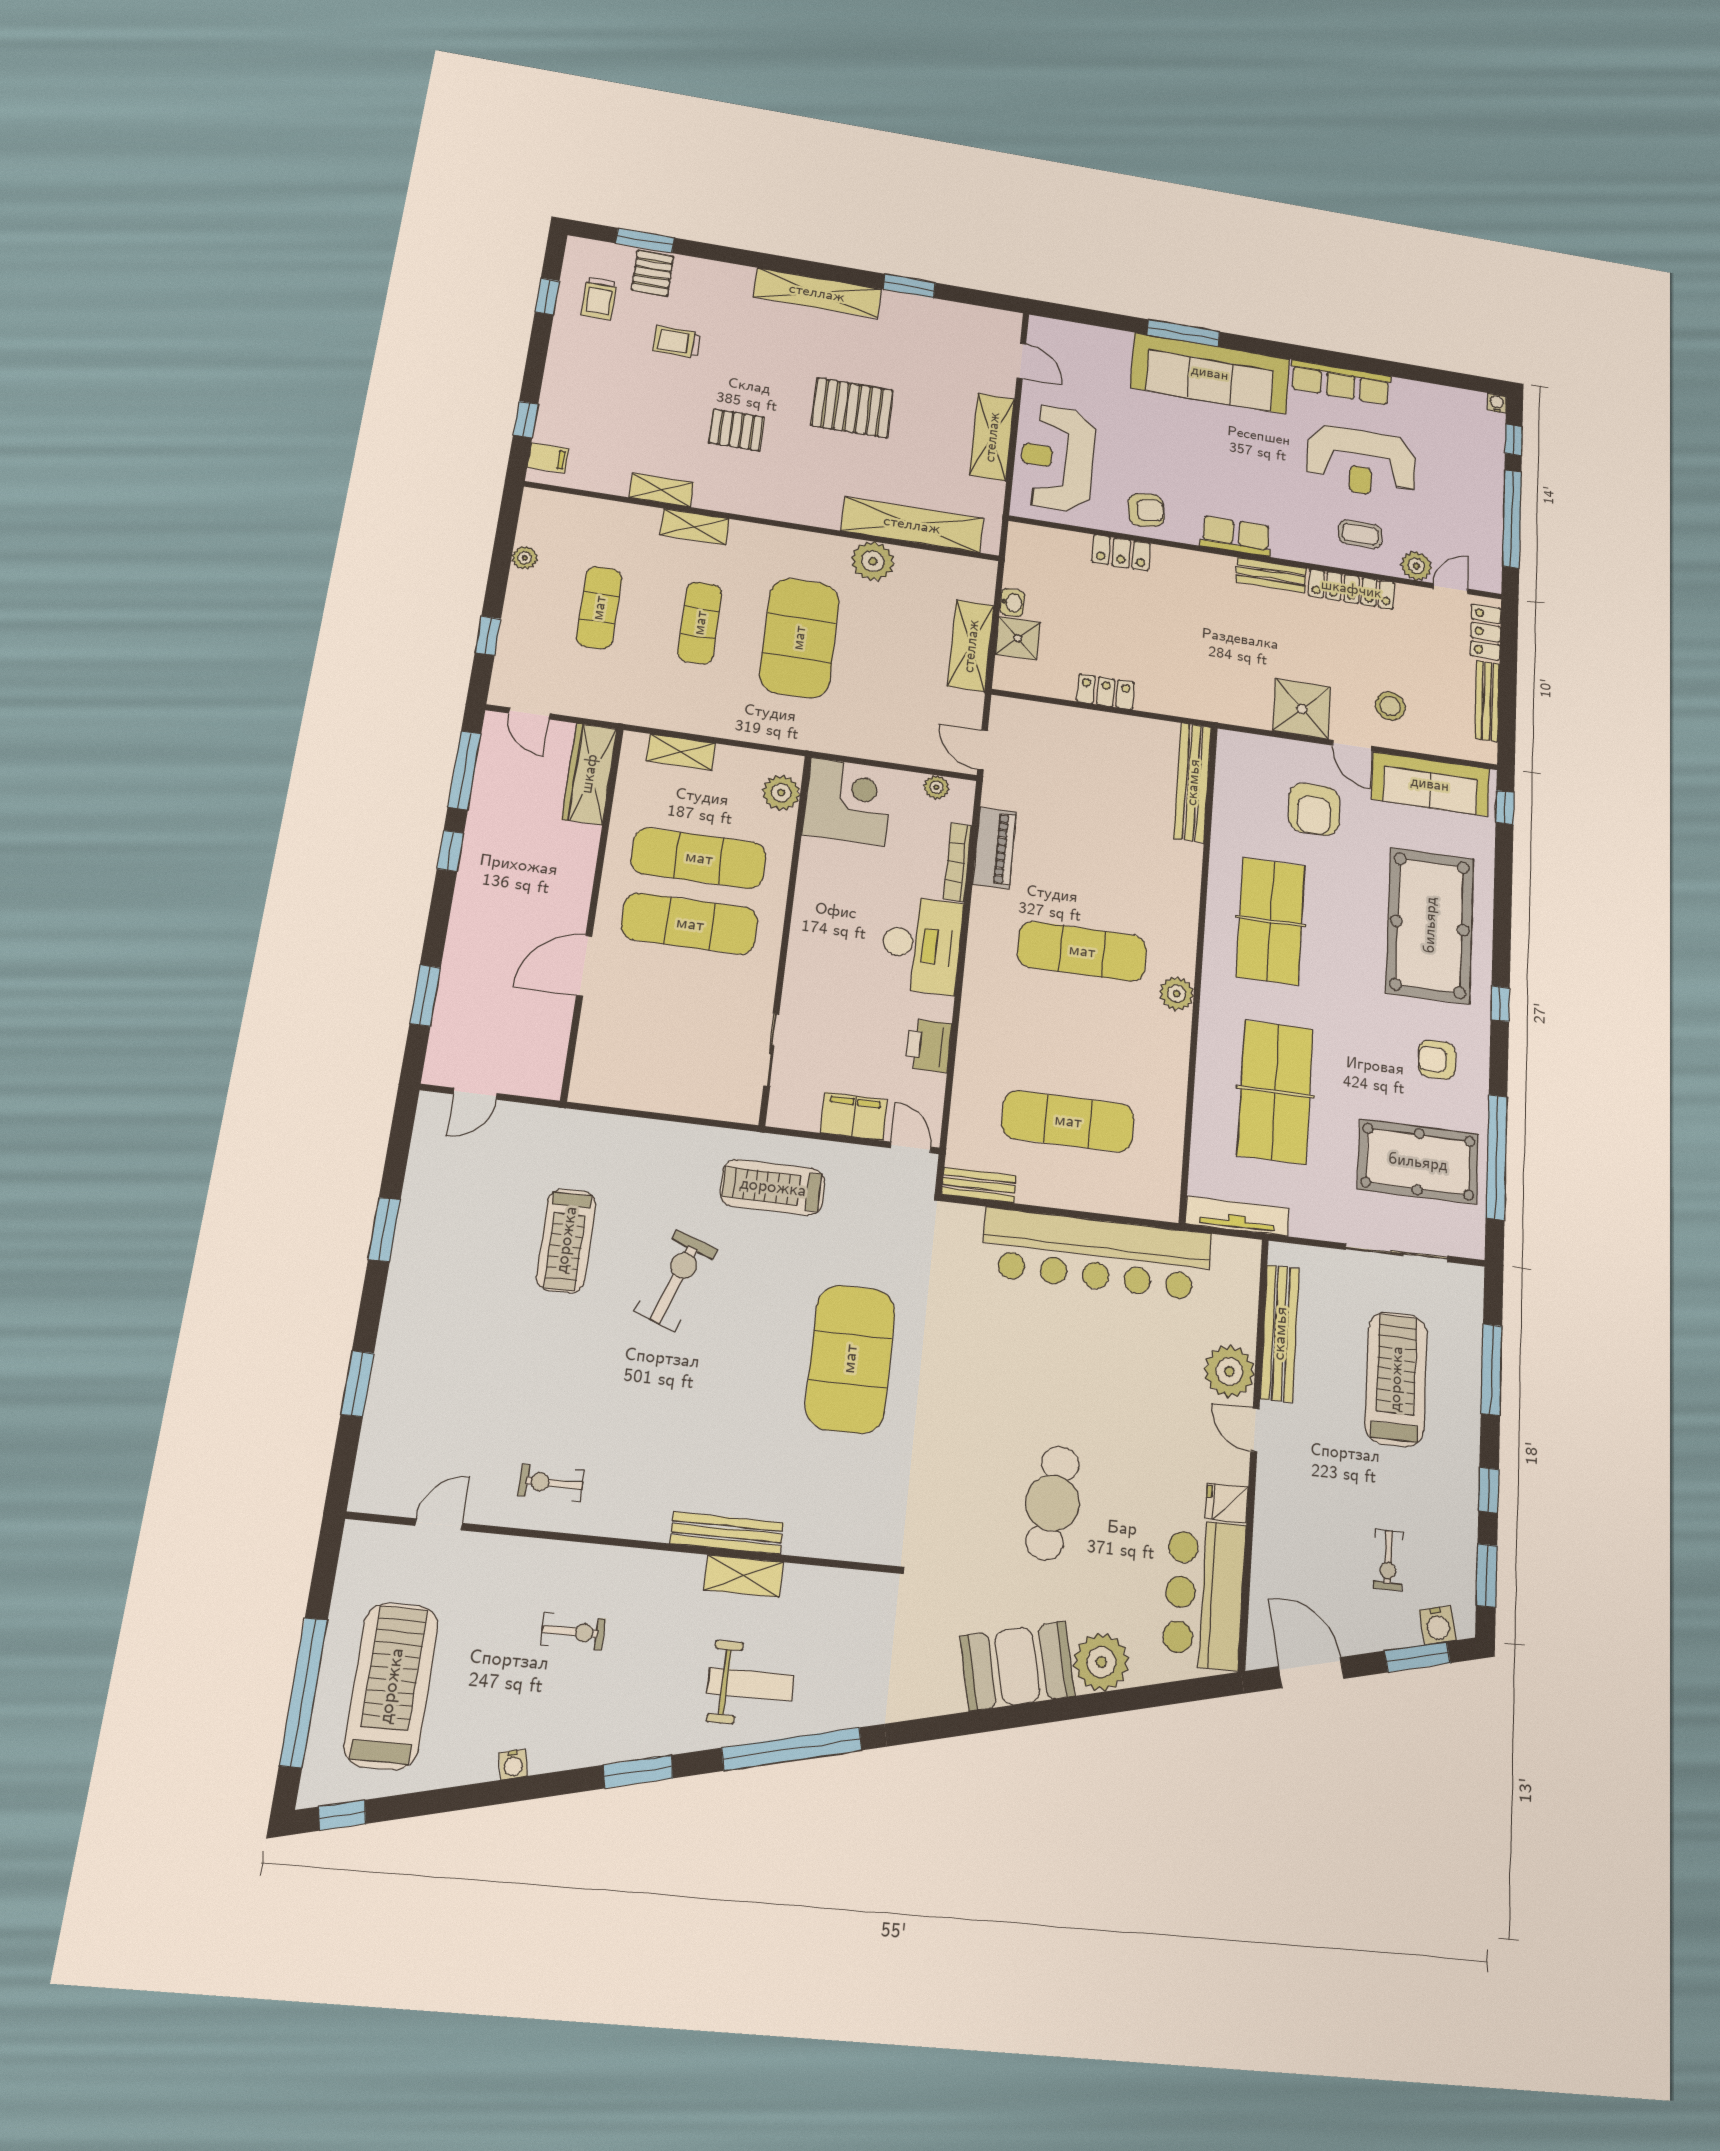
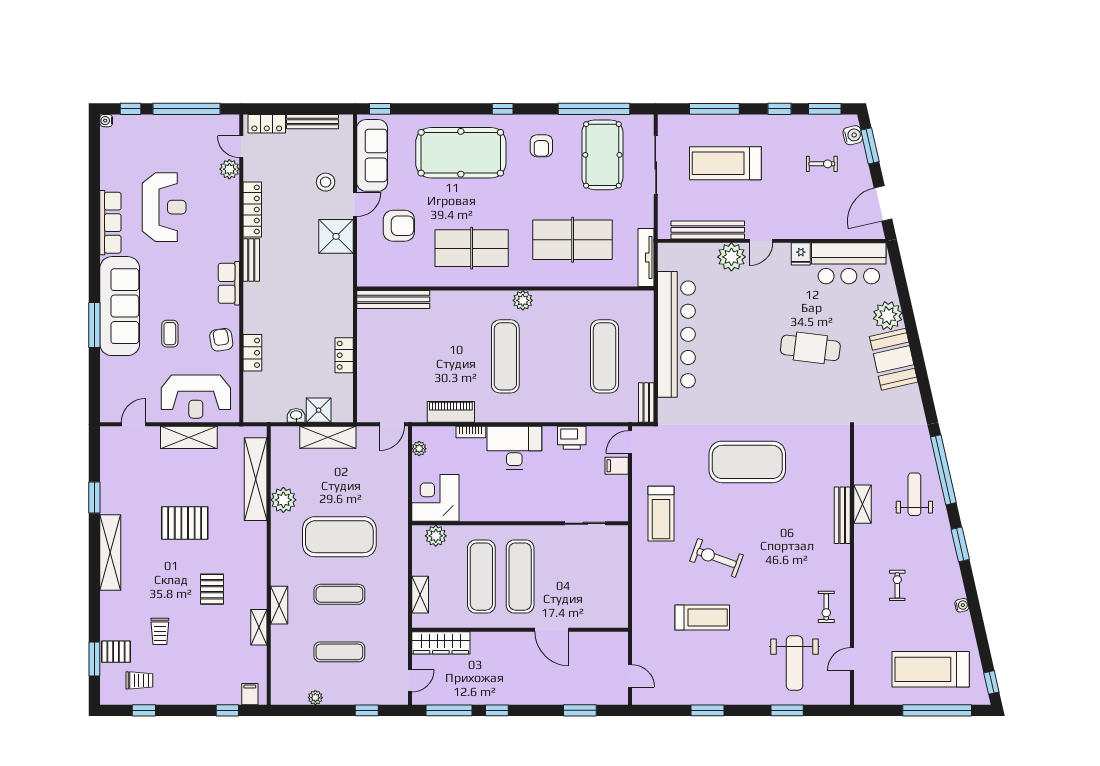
pallet: (852, 408) -> (185, 523), turned 90
coffee table: (1360, 534) -> (170, 334), moved
bookcase: (958, 862) -> (471, 432), width x0.64
filing cabinet: (854, 1116) -> (617, 466), width x0.50
weight bench: (449, 1408) -> (794, 663), added
door: (439, 1524) -> (852, 659), hinge flipped

